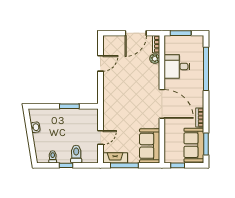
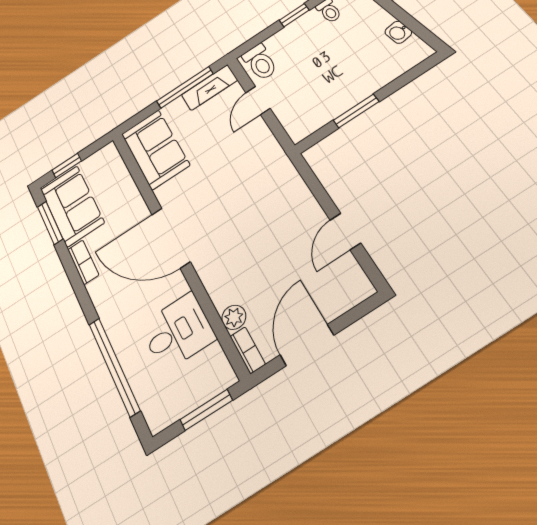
toilet: (76, 154) -> (260, 62), moved
window: (178, 165) -> (67, 166), moved

